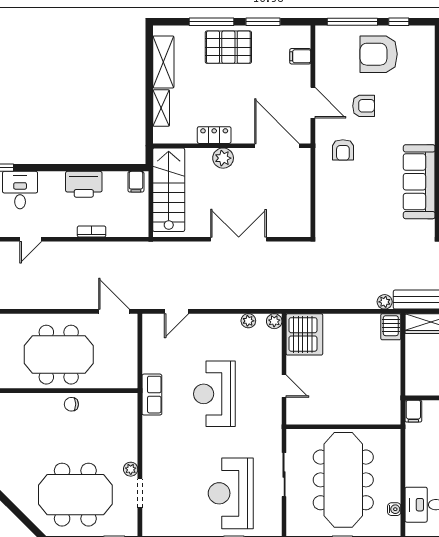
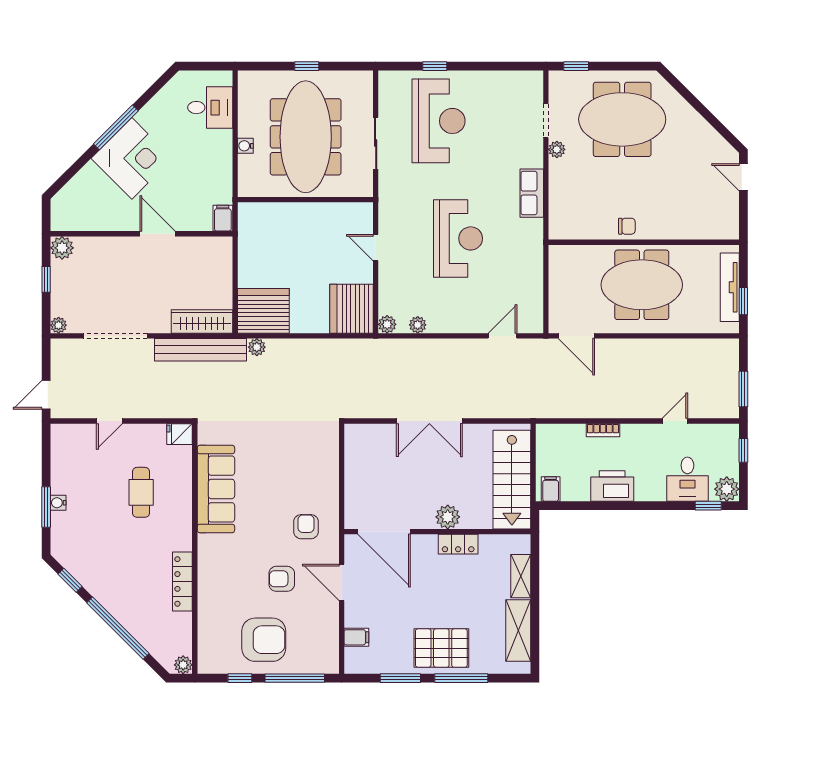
server rack: (391, 327) -> (263, 311), width x2.18, depth x1.44
row of seats: (152, 395) -> (532, 193), moved
water cooler: (394, 509) -> (245, 146), moved

